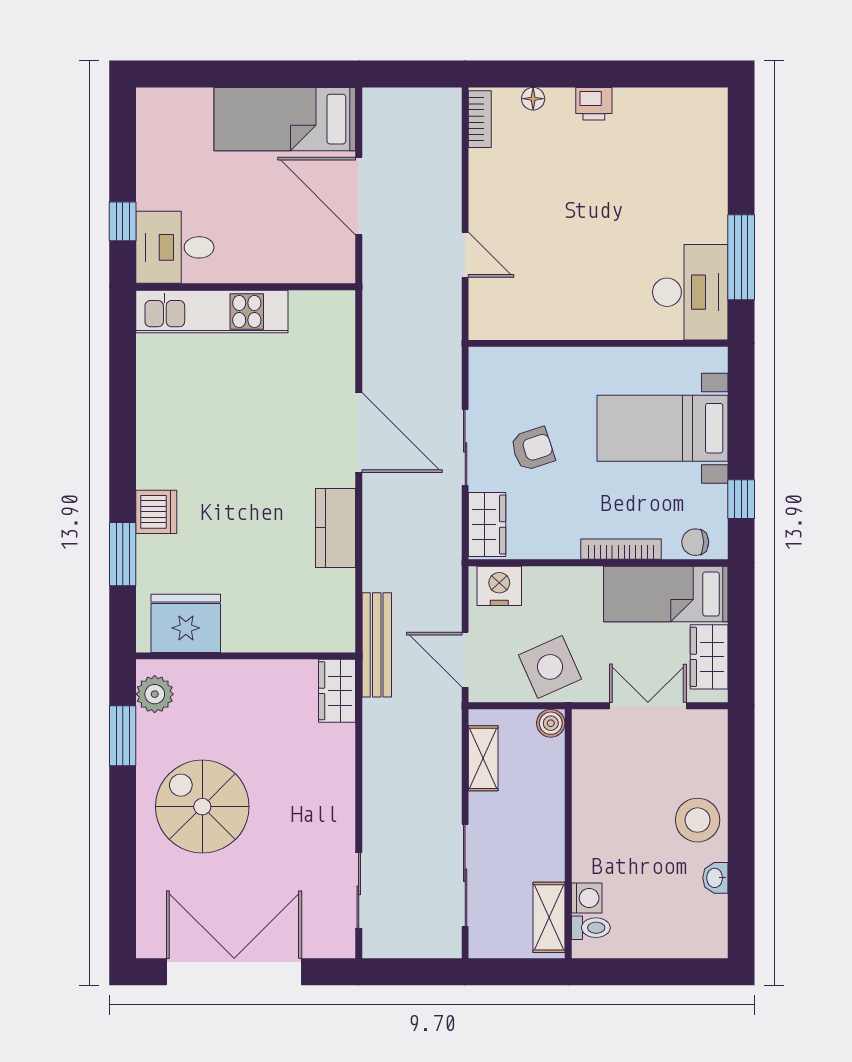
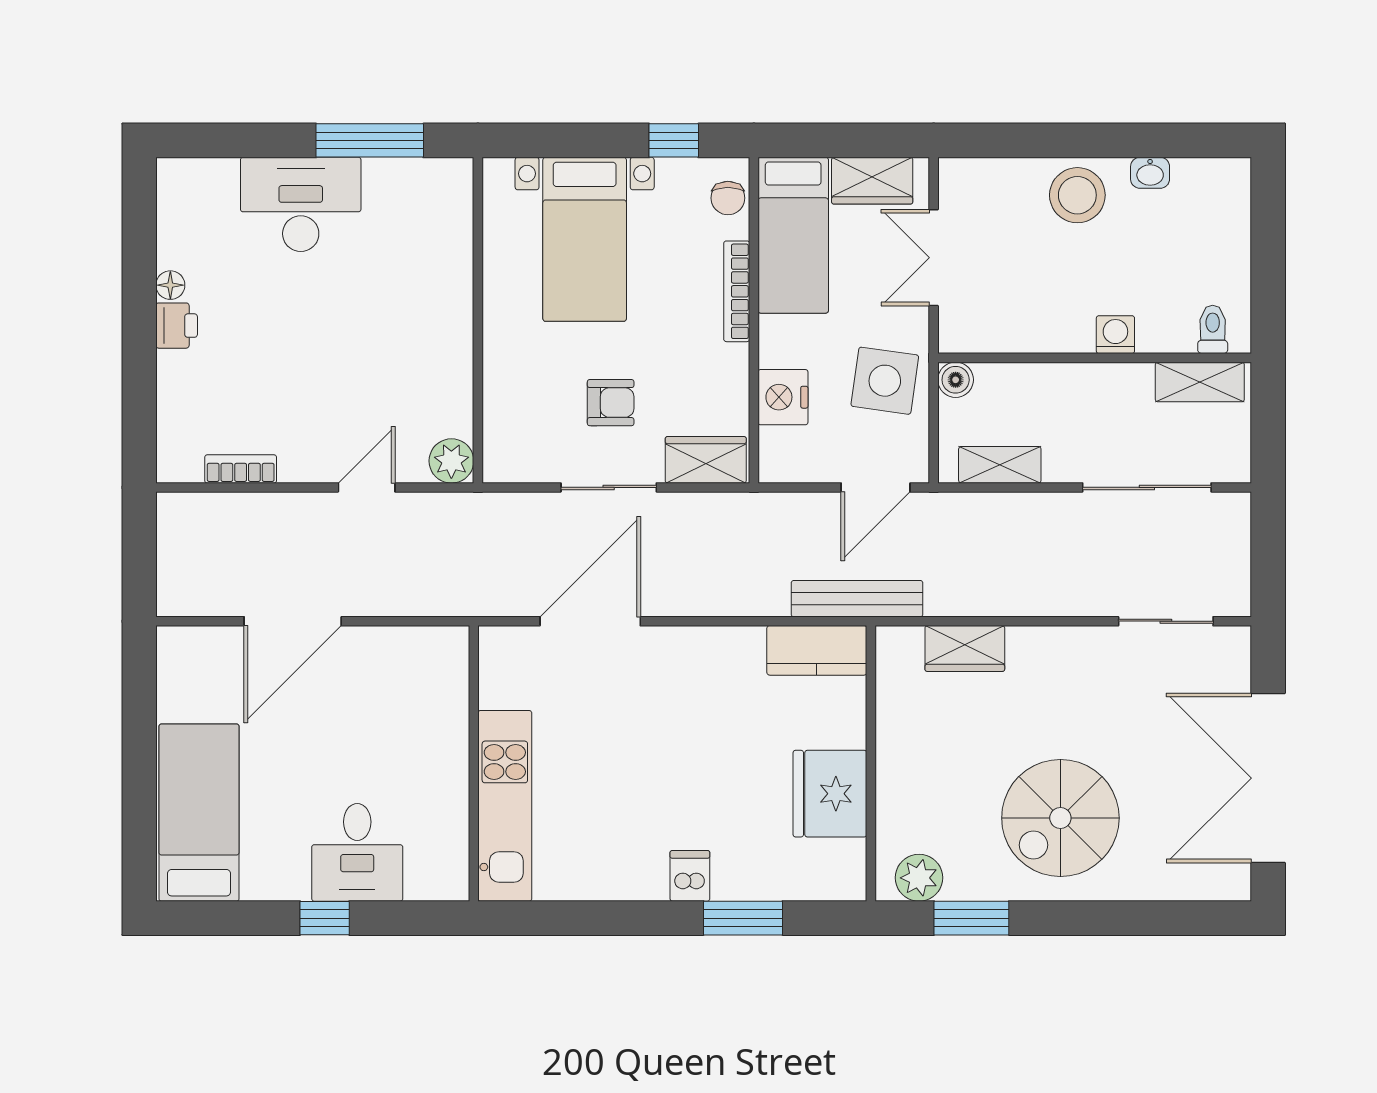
floor lamp: (533, 99) -> (170, 285), moved
bed: (285, 119) -> (199, 813), moved, turned 180
bookcase: (480, 119) -> (241, 469), moved
wall: (246, 287) -> (474, 763), moved
desk: (690, 292) -> (301, 204), moved
kitchen unit: (212, 312) -> (505, 806), moved
plant: (486, 322) -> (451, 461), added
armchair: (533, 449) -> (611, 403), turned 108
dishwasher: (156, 512) -> (690, 876), width x0.73
kitchen counter: (336, 528) -> (817, 650), moved
nightstand: (499, 586) -> (783, 397), moved
fridge: (186, 623) -> (830, 794), moved
side table: (550, 667) -> (885, 381), turned 32
wardrobe: (337, 691) -> (965, 648), moved
washing machine: (587, 898) -> (1115, 335), moved

